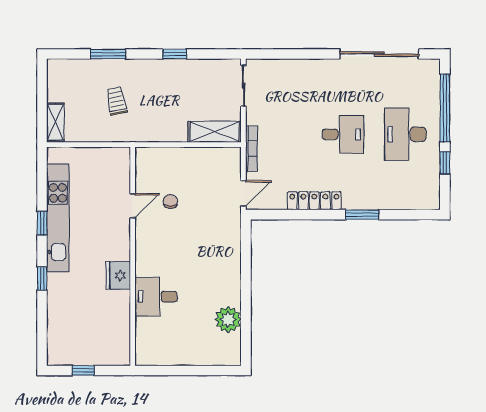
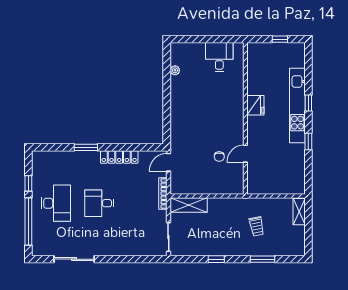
sliding door: (379, 54) -> (74, 259), width x0.73
kitchen unit: (58, 218) -> (297, 105), moved
desk: (156, 297) -> (219, 57), moved, turned -90
plant: (228, 319) -> (175, 70), width x0.53, depth x0.53

